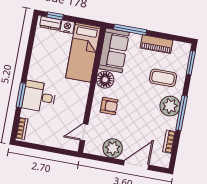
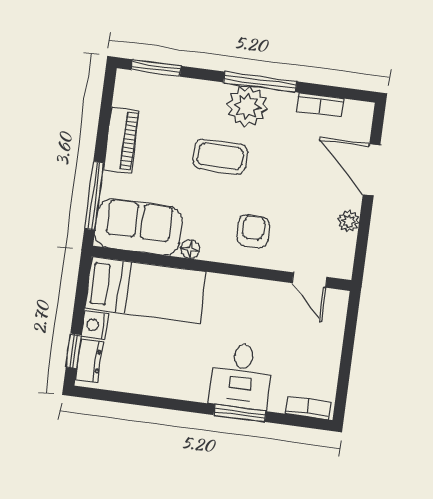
coffee table: (163, 78) -> (220, 156), moved, turned 90
floor lamp: (105, 80) -> (190, 249), width x0.53, depth x0.53
plant: (113, 148) -> (349, 221), width x0.53, depth x0.53

